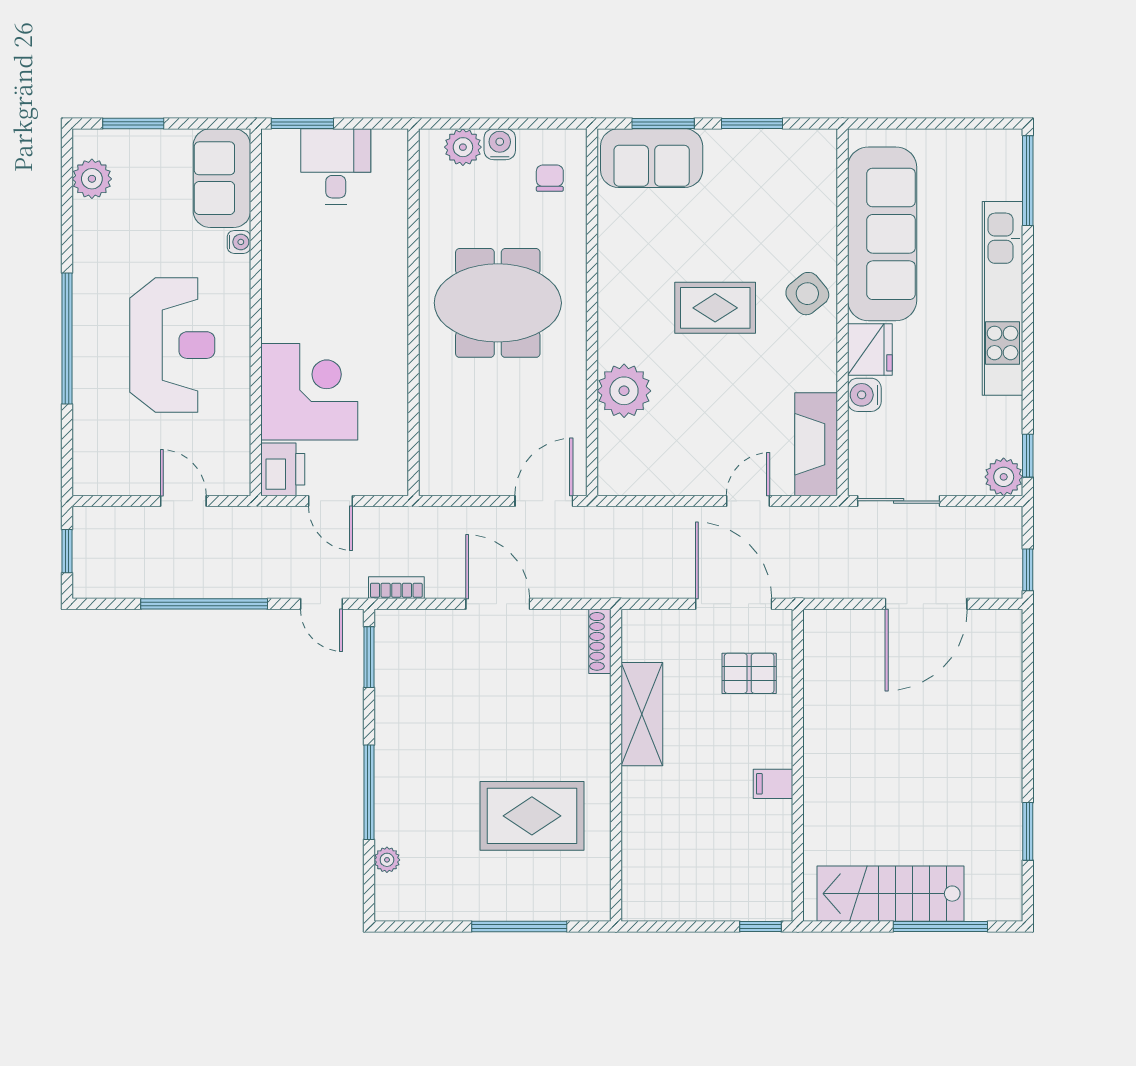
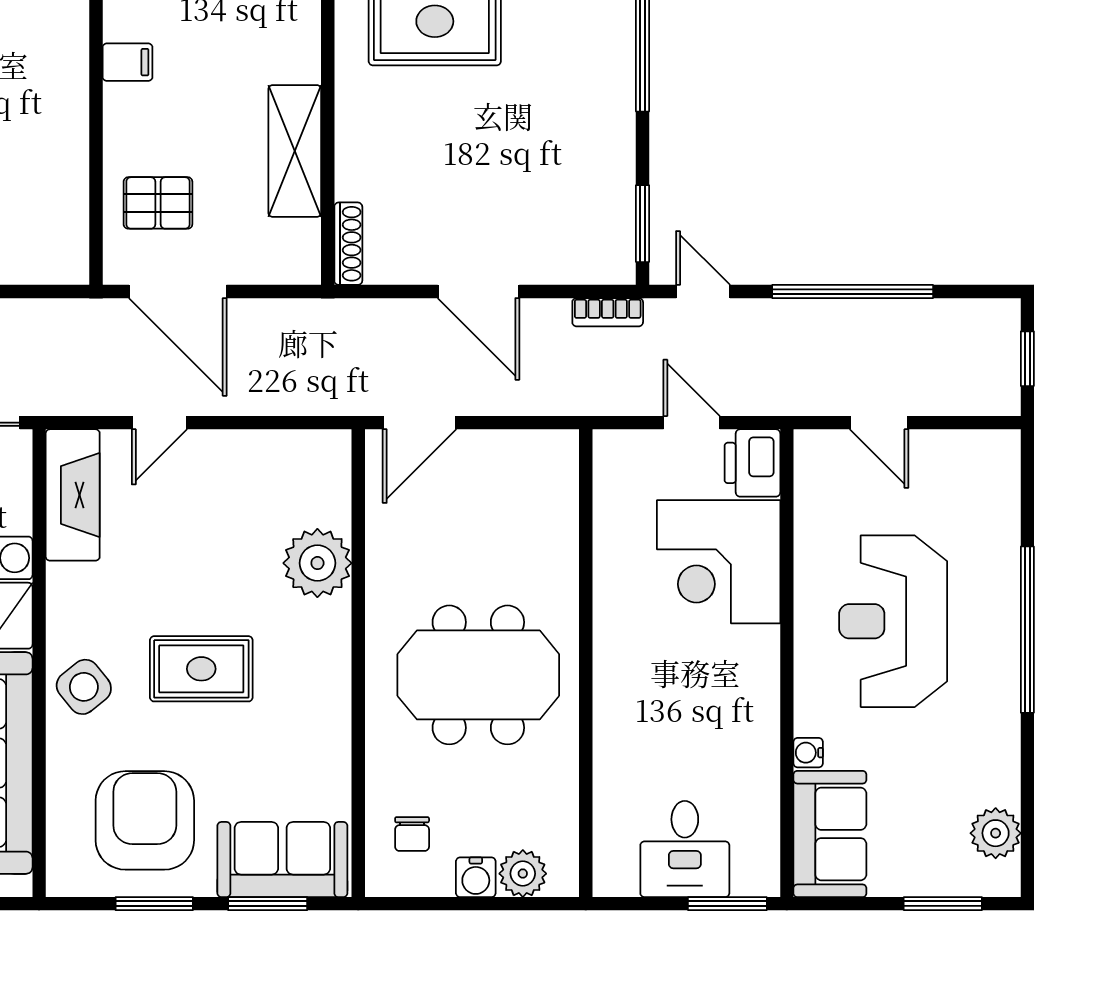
armchair: (759, 189) -> (145, 820), added

